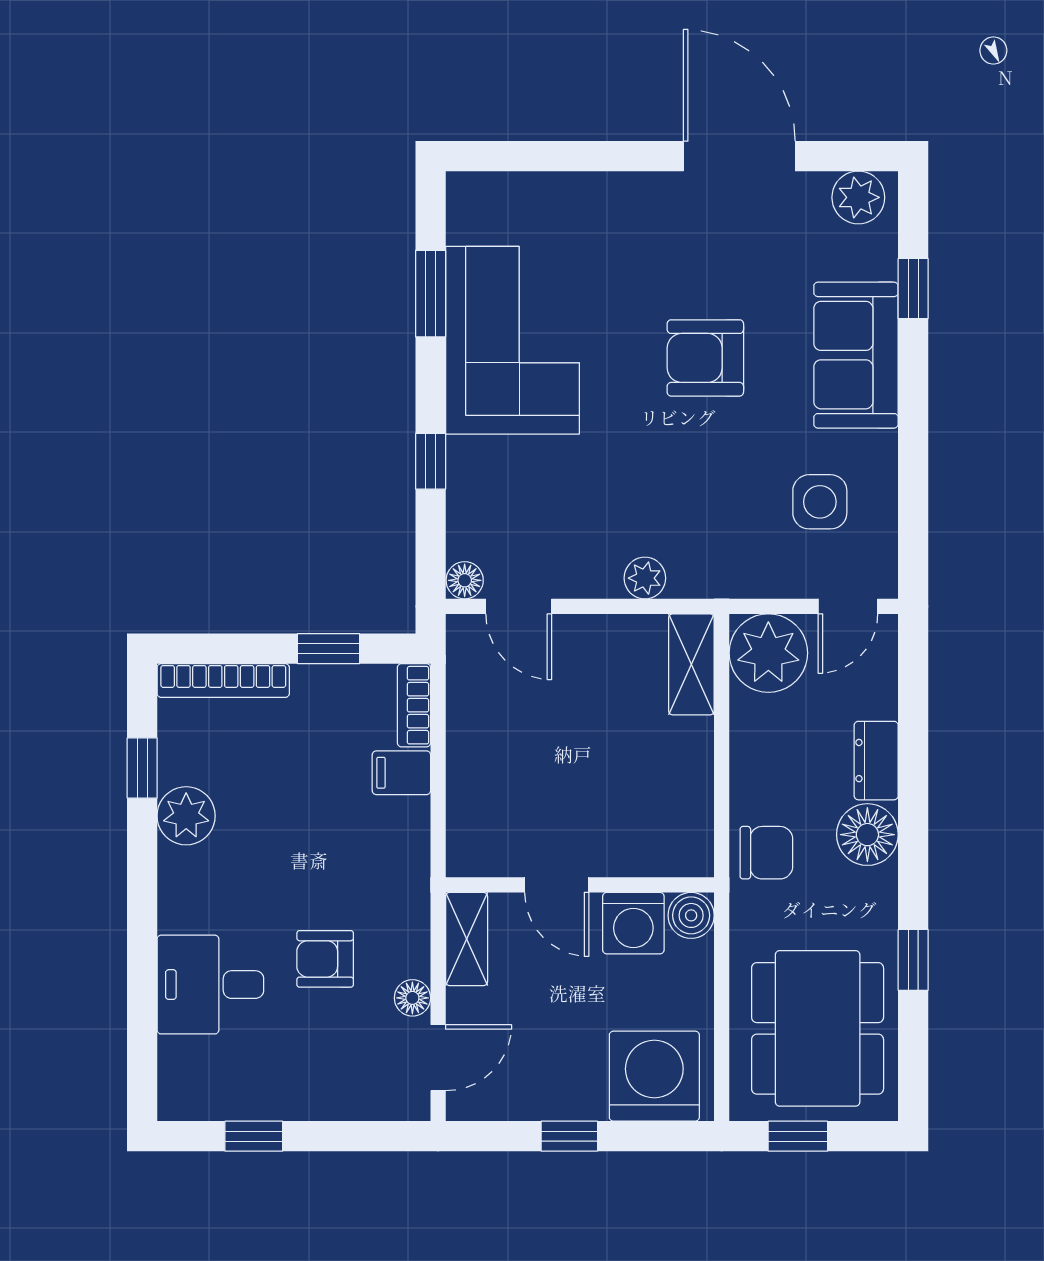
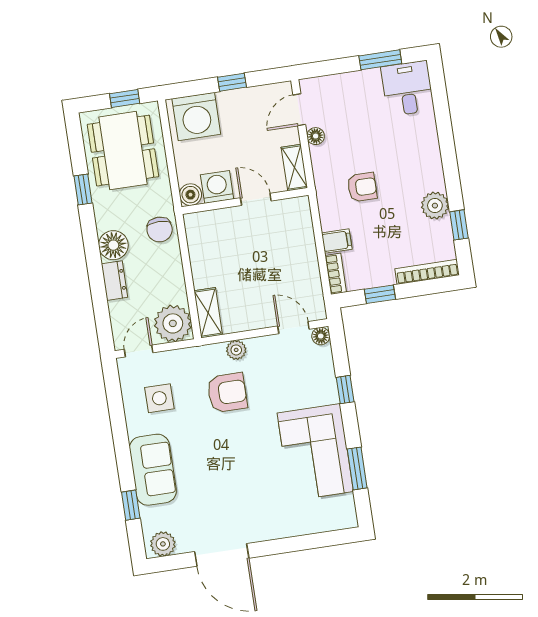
armchair: (705, 358) -> (227, 393), moved
chair: (766, 853) -> (160, 229), turned -90
armchair: (325, 959) -> (362, 187), moved
desk: (210, 985) -> (407, 89), moved, turned -90
window: (254, 1136) -> (380, 60), width x1.50

